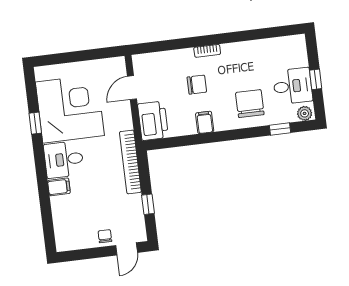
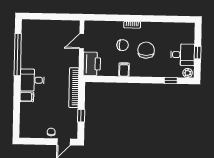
chair: (250, 104) -> (146, 50), moved
corner desk: (70, 109) -> (41, 49), removed
window: (35, 123) -> (18, 55), width x3.17

